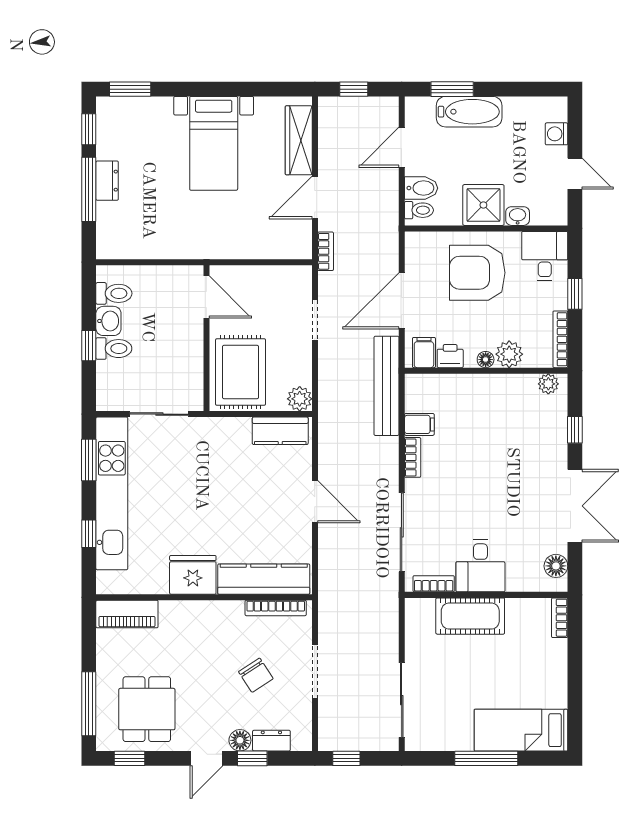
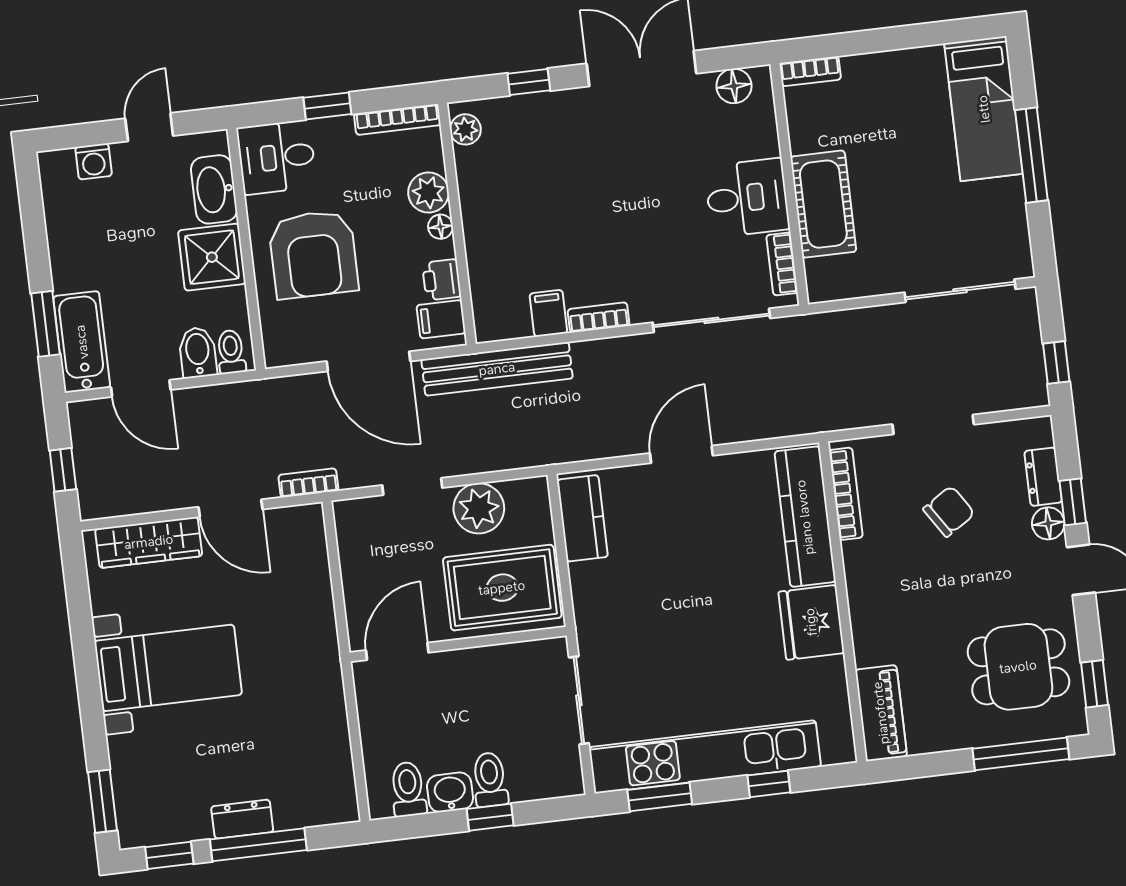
bathtub: (469, 112) -> (82, 342), moved
washbasin: (518, 216) -> (214, 189), width x1.91, depth x1.45
plant: (300, 399) -> (479, 508), moved, width x1.36, depth x1.36

